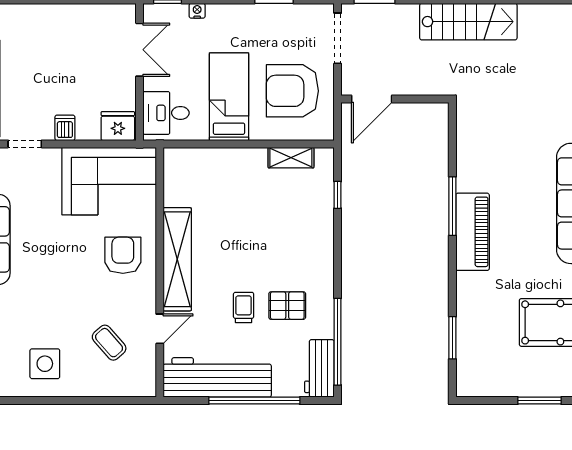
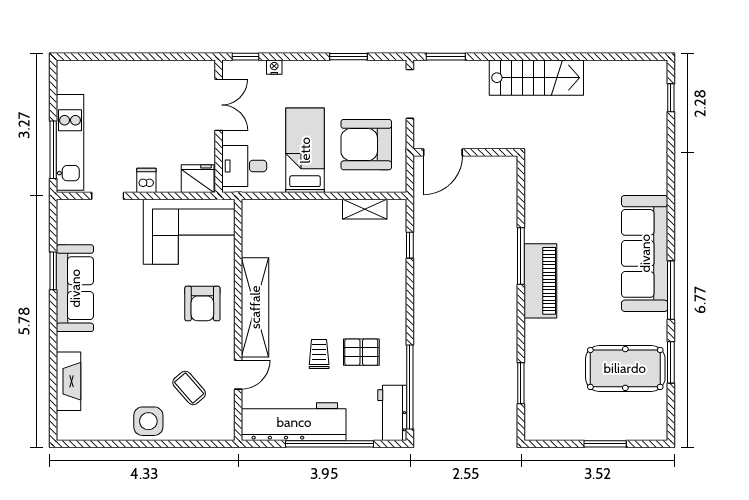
armchair: (123, 255) -> (202, 304), turned 180
side table: (45, 364) -> (148, 421), moved

